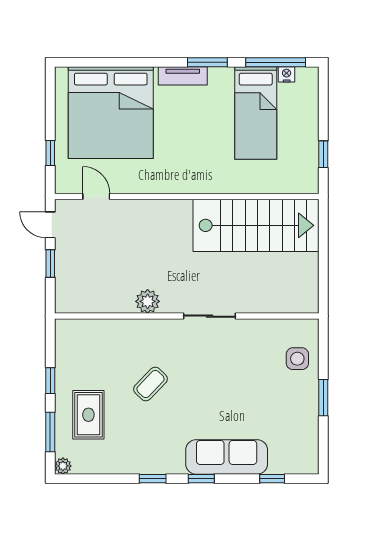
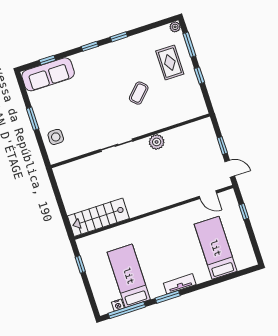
bed: (111, 113) -> (216, 248), width x0.49
stairs: (256, 225) -> (98, 217), width x0.73, depth x0.66
sofa: (227, 457) -> (48, 74), moved

